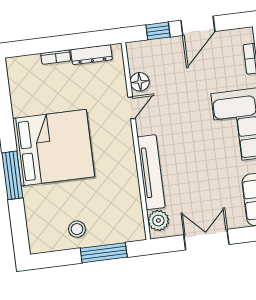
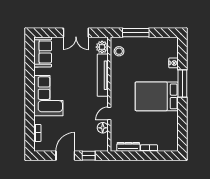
bed: (54, 148) -> (157, 96), width x0.73
nightstand: (32, 209) -> (174, 63), added
stool: (77, 229) -> (119, 51), moved

